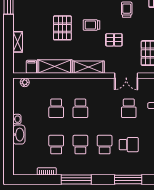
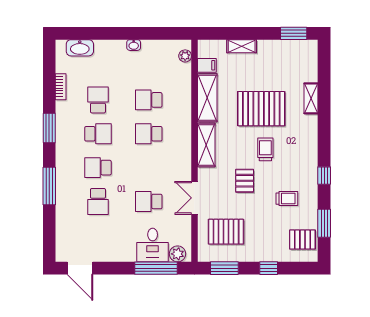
pallet: (62, 28) -> (261, 109), width x1.37, depth x1.41
washbasin: (19, 135) -> (80, 48), moved
school desk: (56, 145) -> (98, 100), turned -90
school desk: (105, 145) -> (98, 168), turned 180
window: (76, 179) -> (49, 128), width x0.69
window: (128, 179) -> (49, 186), moved

